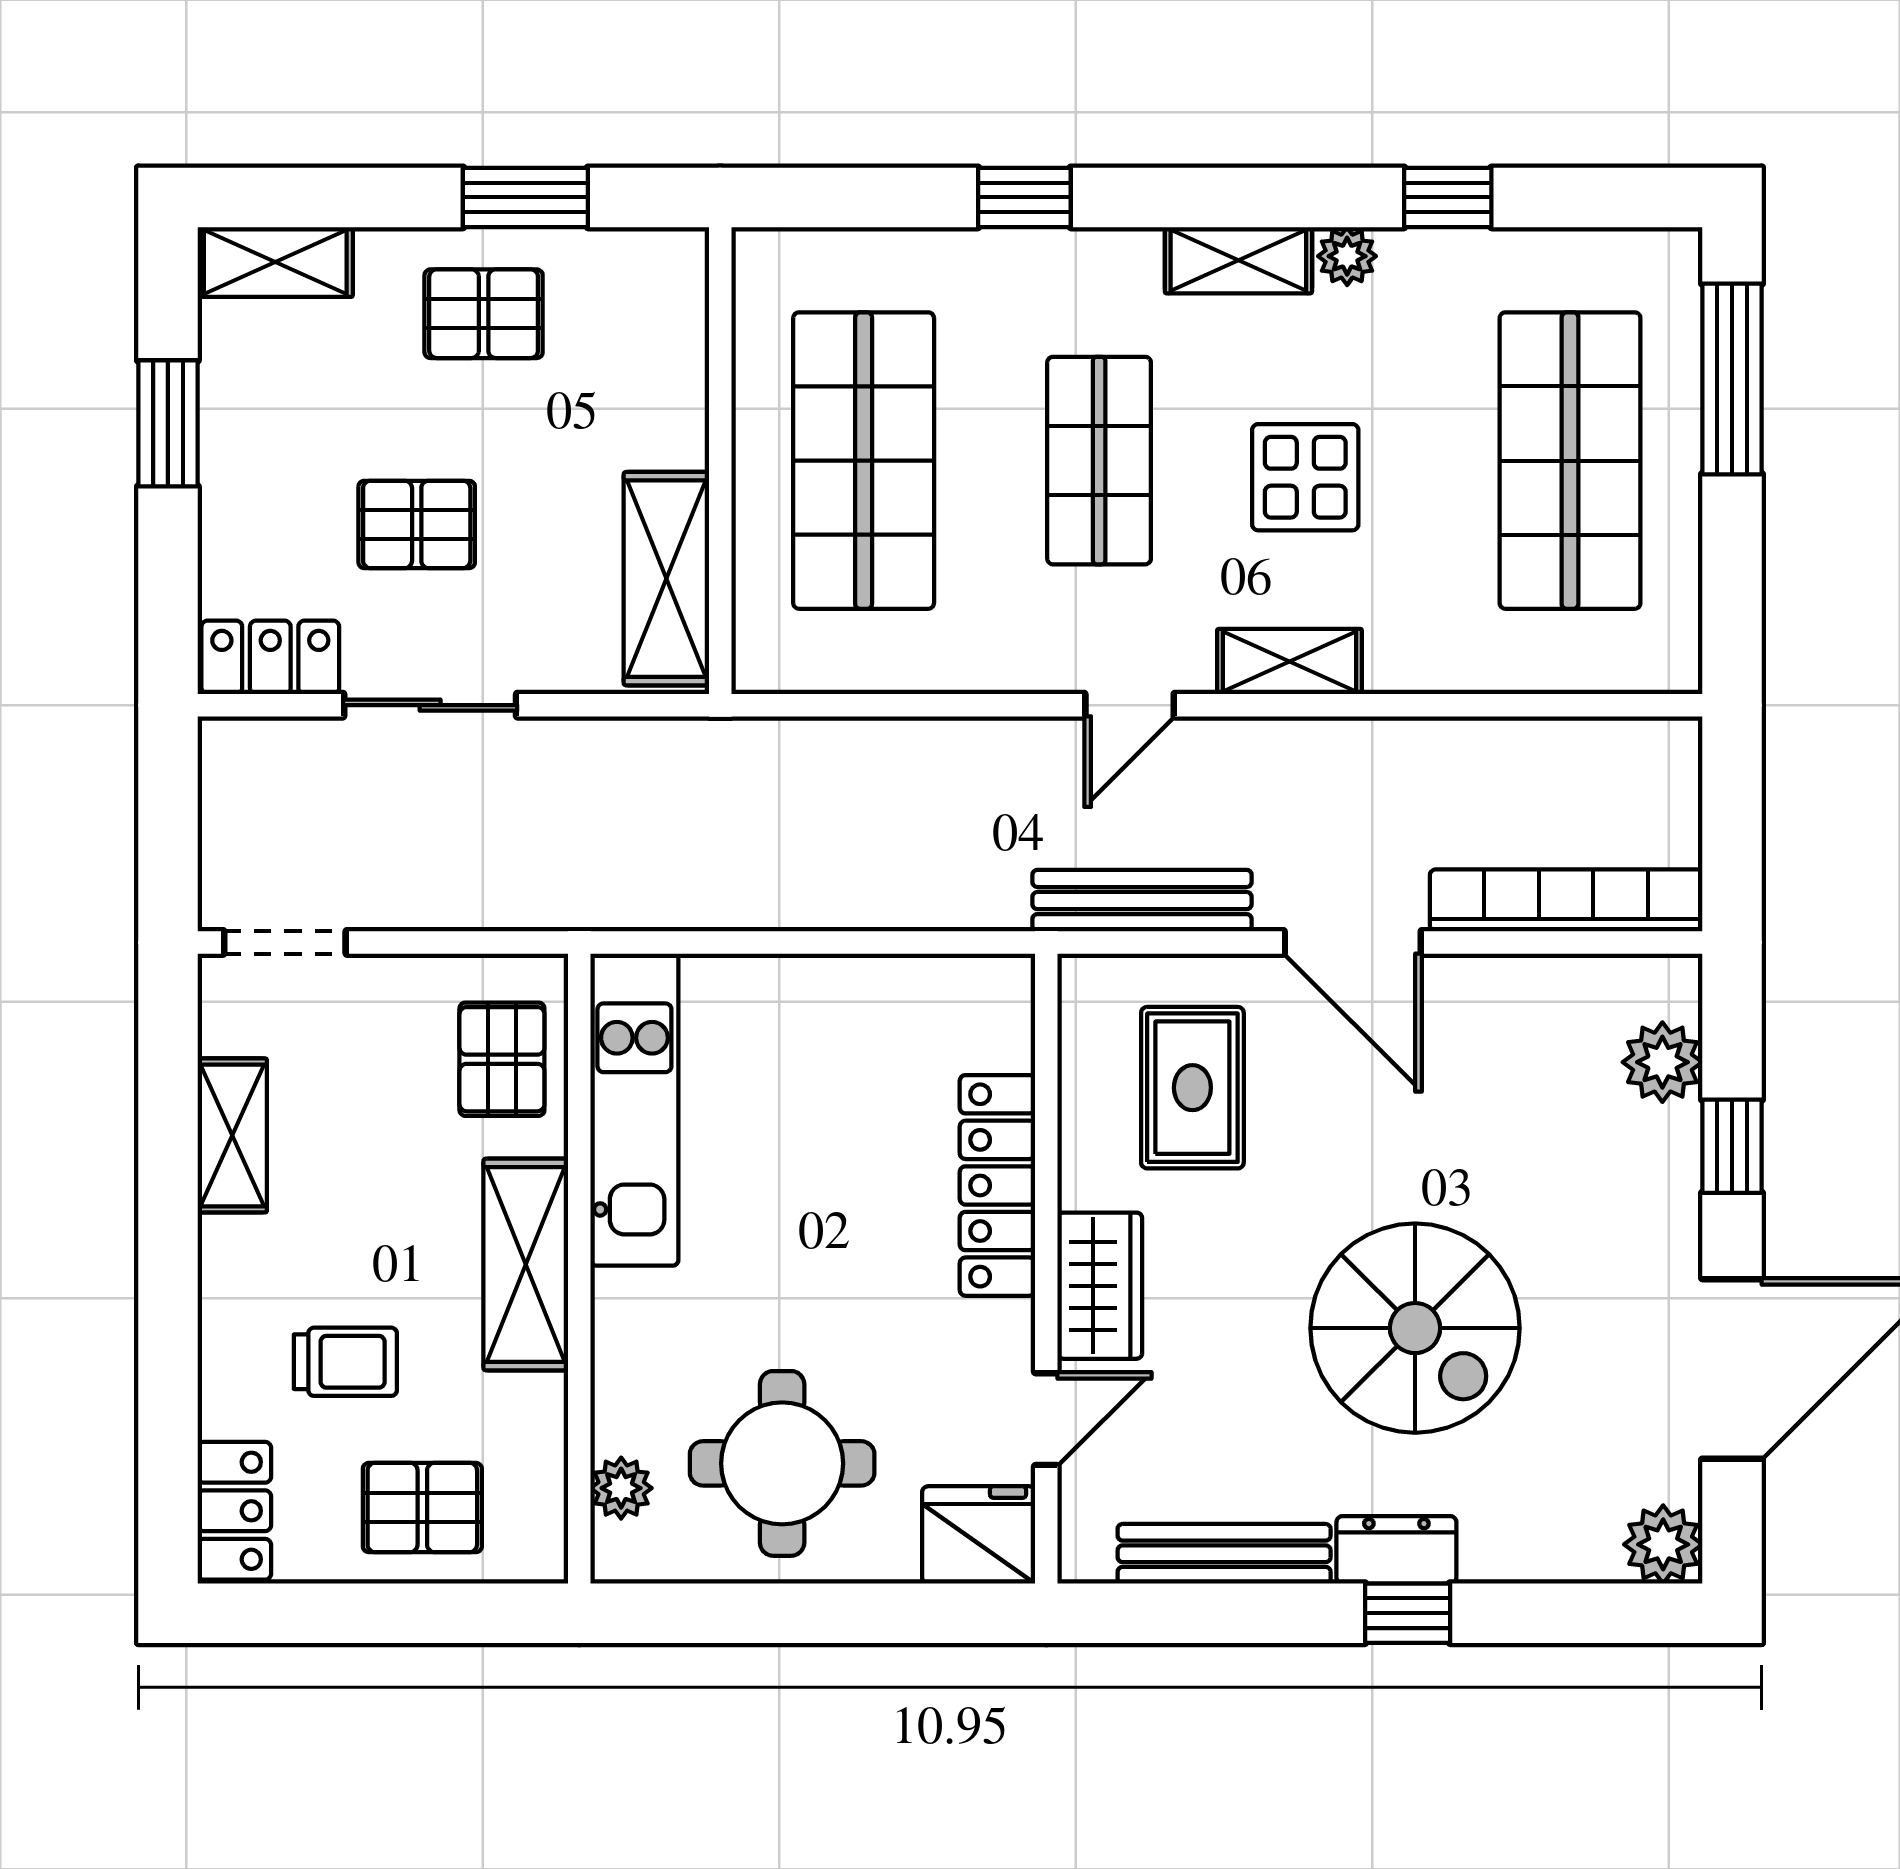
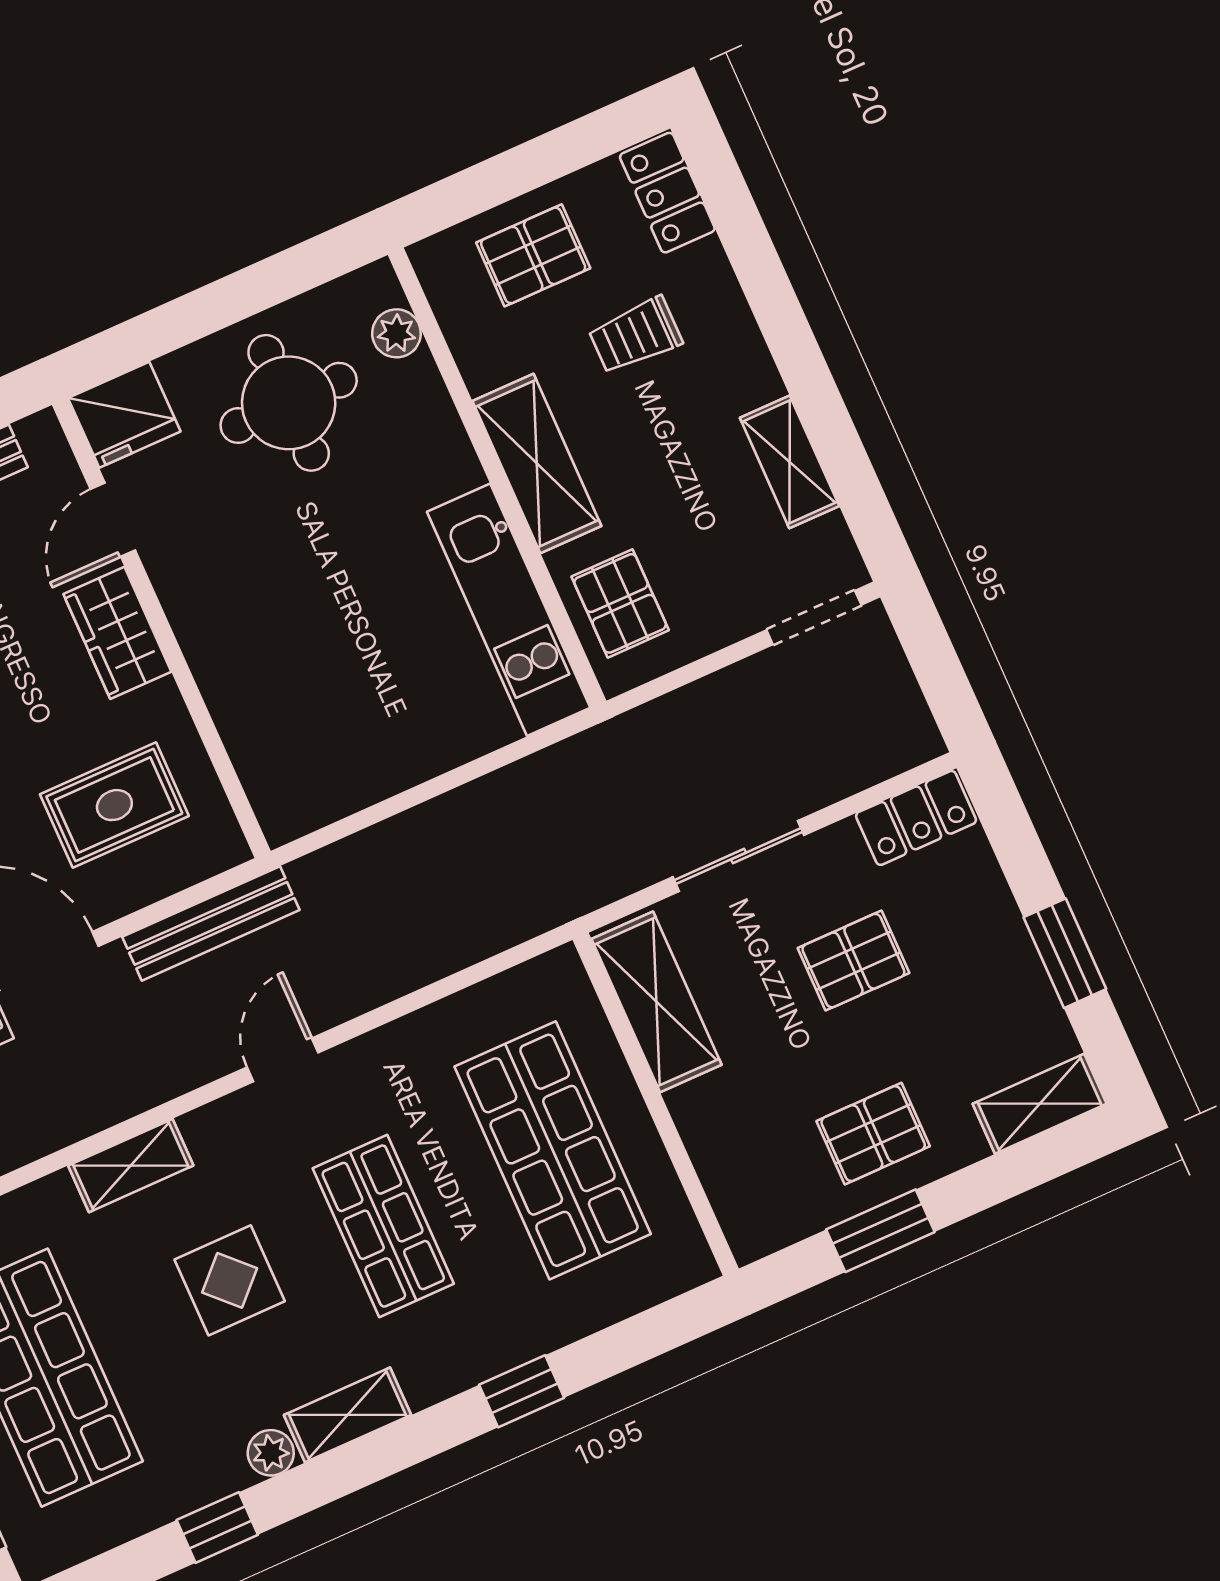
shelving: (1289, 661) -> (131, 1166), moved
sliding door: (430, 705) -> (738, 856), moved
rug: (1192, 1088) -> (114, 805), turned 90
locker: (997, 1185) -> (223, 672), removed

